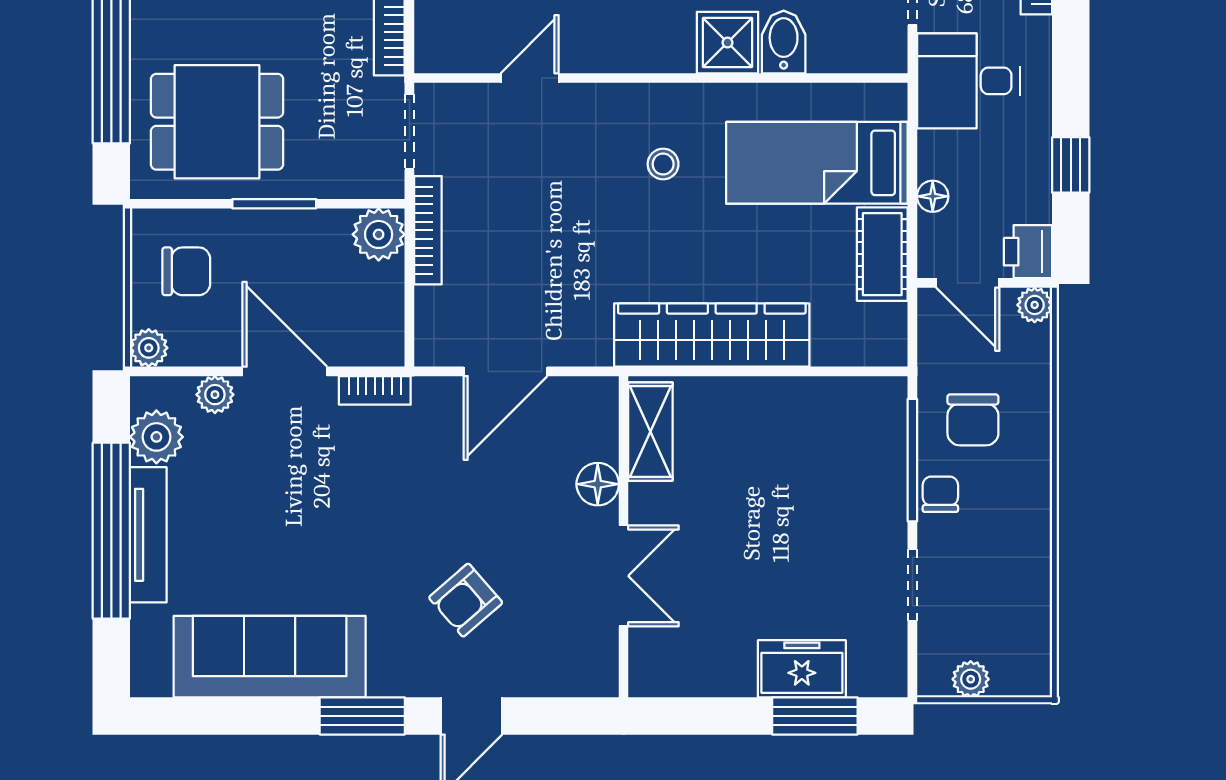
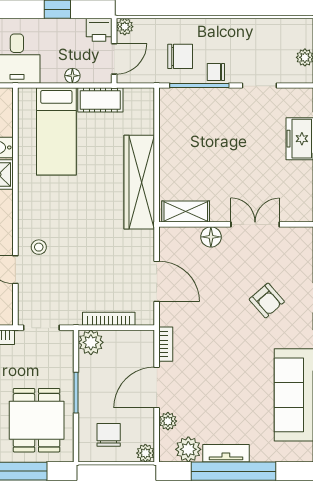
stool: (663, 164) -> (39, 247), moved
bookcase: (428, 230) -> (109, 319), moved
tv unit: (148, 535) -> (226, 453), width x0.71

